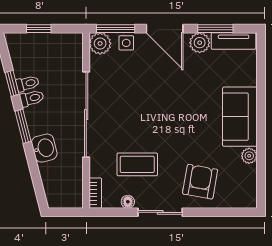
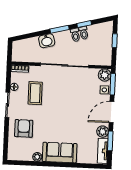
armchair: (200, 182) -> (24, 128), turned -100

